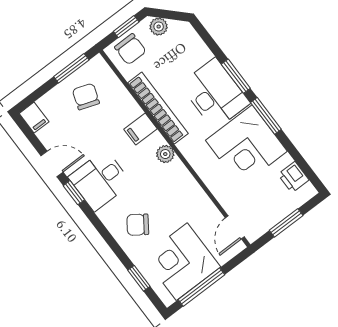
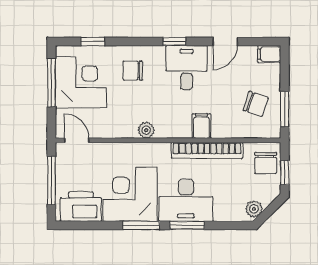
plant: (159, 27) -> (254, 209), moved
chair: (130, 49) -> (266, 163), turned -90
plant: (165, 154) -> (146, 130), moved
printer: (293, 177) -> (81, 207), width x1.87, depth x1.48
window: (74, 193) -> (174, 42), moved
window: (286, 223) -> (51, 181), width x1.44
chair: (138, 225) -> (133, 71), turned -125

